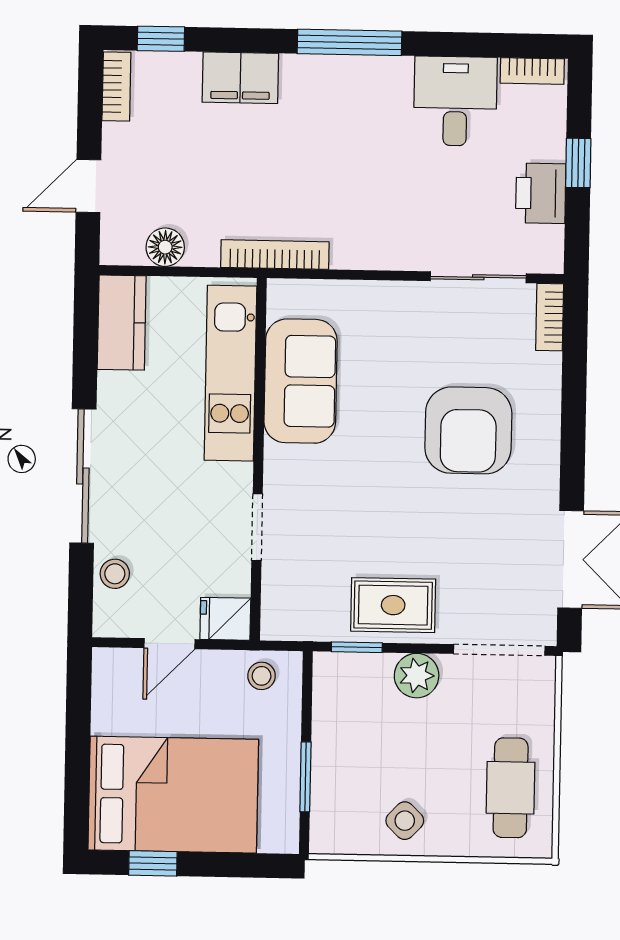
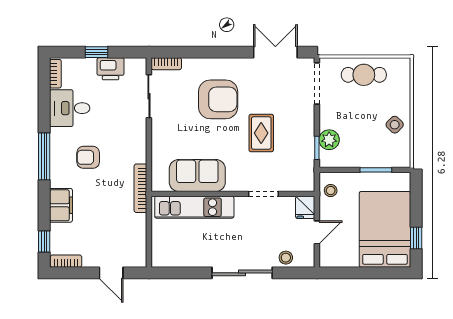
armchair: (345, 140) -> (88, 157), added
floor lamp: (165, 247) -> (138, 238), removed
kitchen counter: (122, 323) -> (172, 257), removed
rug: (393, 605) -> (261, 133), moved
door: (170, 644) -> (317, 232), hinge flipped
plant: (417, 676) -> (329, 140), moved
cafe table: (511, 788) -> (364, 75), moved

